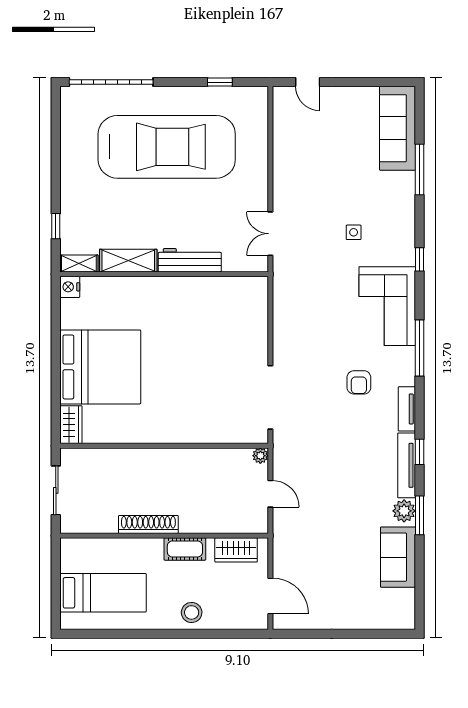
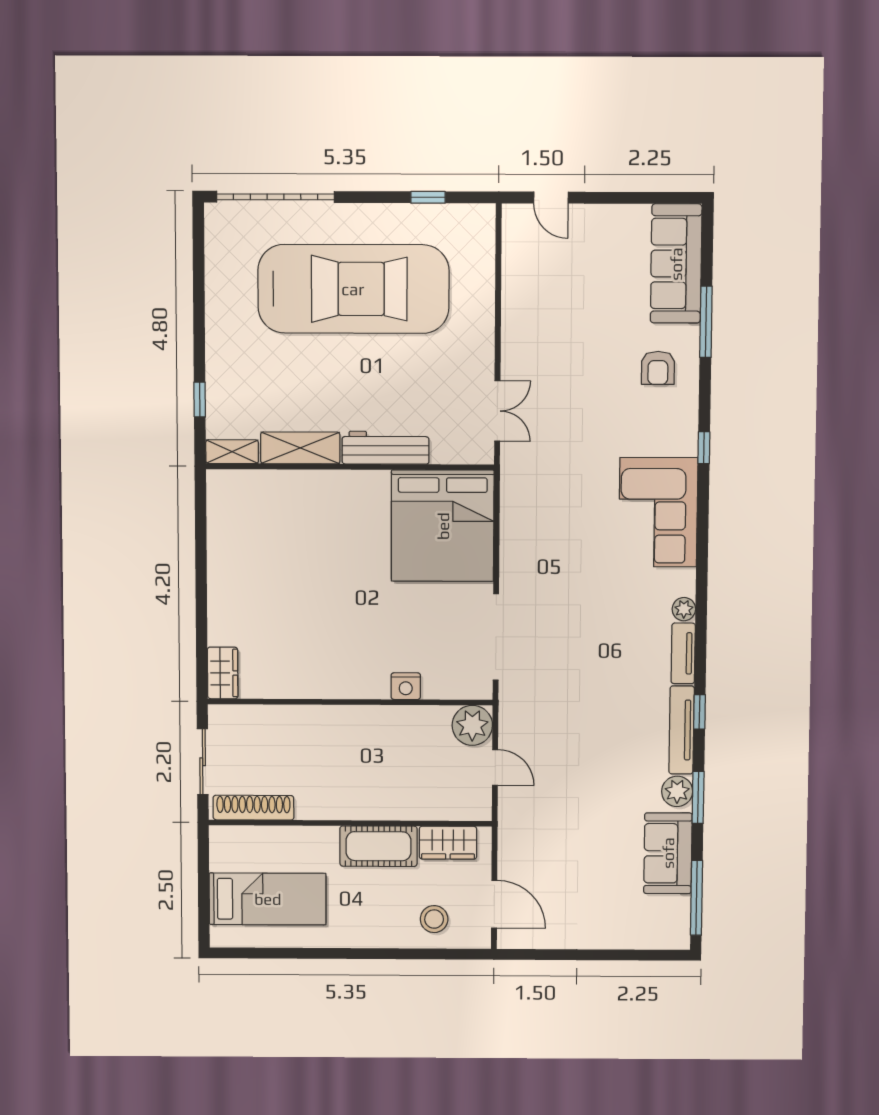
side table: (354, 232) -> (613, 410), removed
double door: (270, 234) -> (497, 411), swing flipped
nightstand: (70, 287) -> (406, 686), moved, turned -90
window: (420, 348) -> (696, 898), moved
bed: (100, 367) -> (443, 526), moved, turned 90
plant: (407, 377) -> (684, 609), added
armchair: (359, 382) -> (658, 368), moved
plant: (260, 456) -> (472, 725), width x1.88, depth x1.88
shoe rack: (148, 524) -> (253, 808), moved
cot: (185, 549) -> (379, 846), width x1.37, depth x1.34
stool: (192, 612) -> (434, 919), moved

